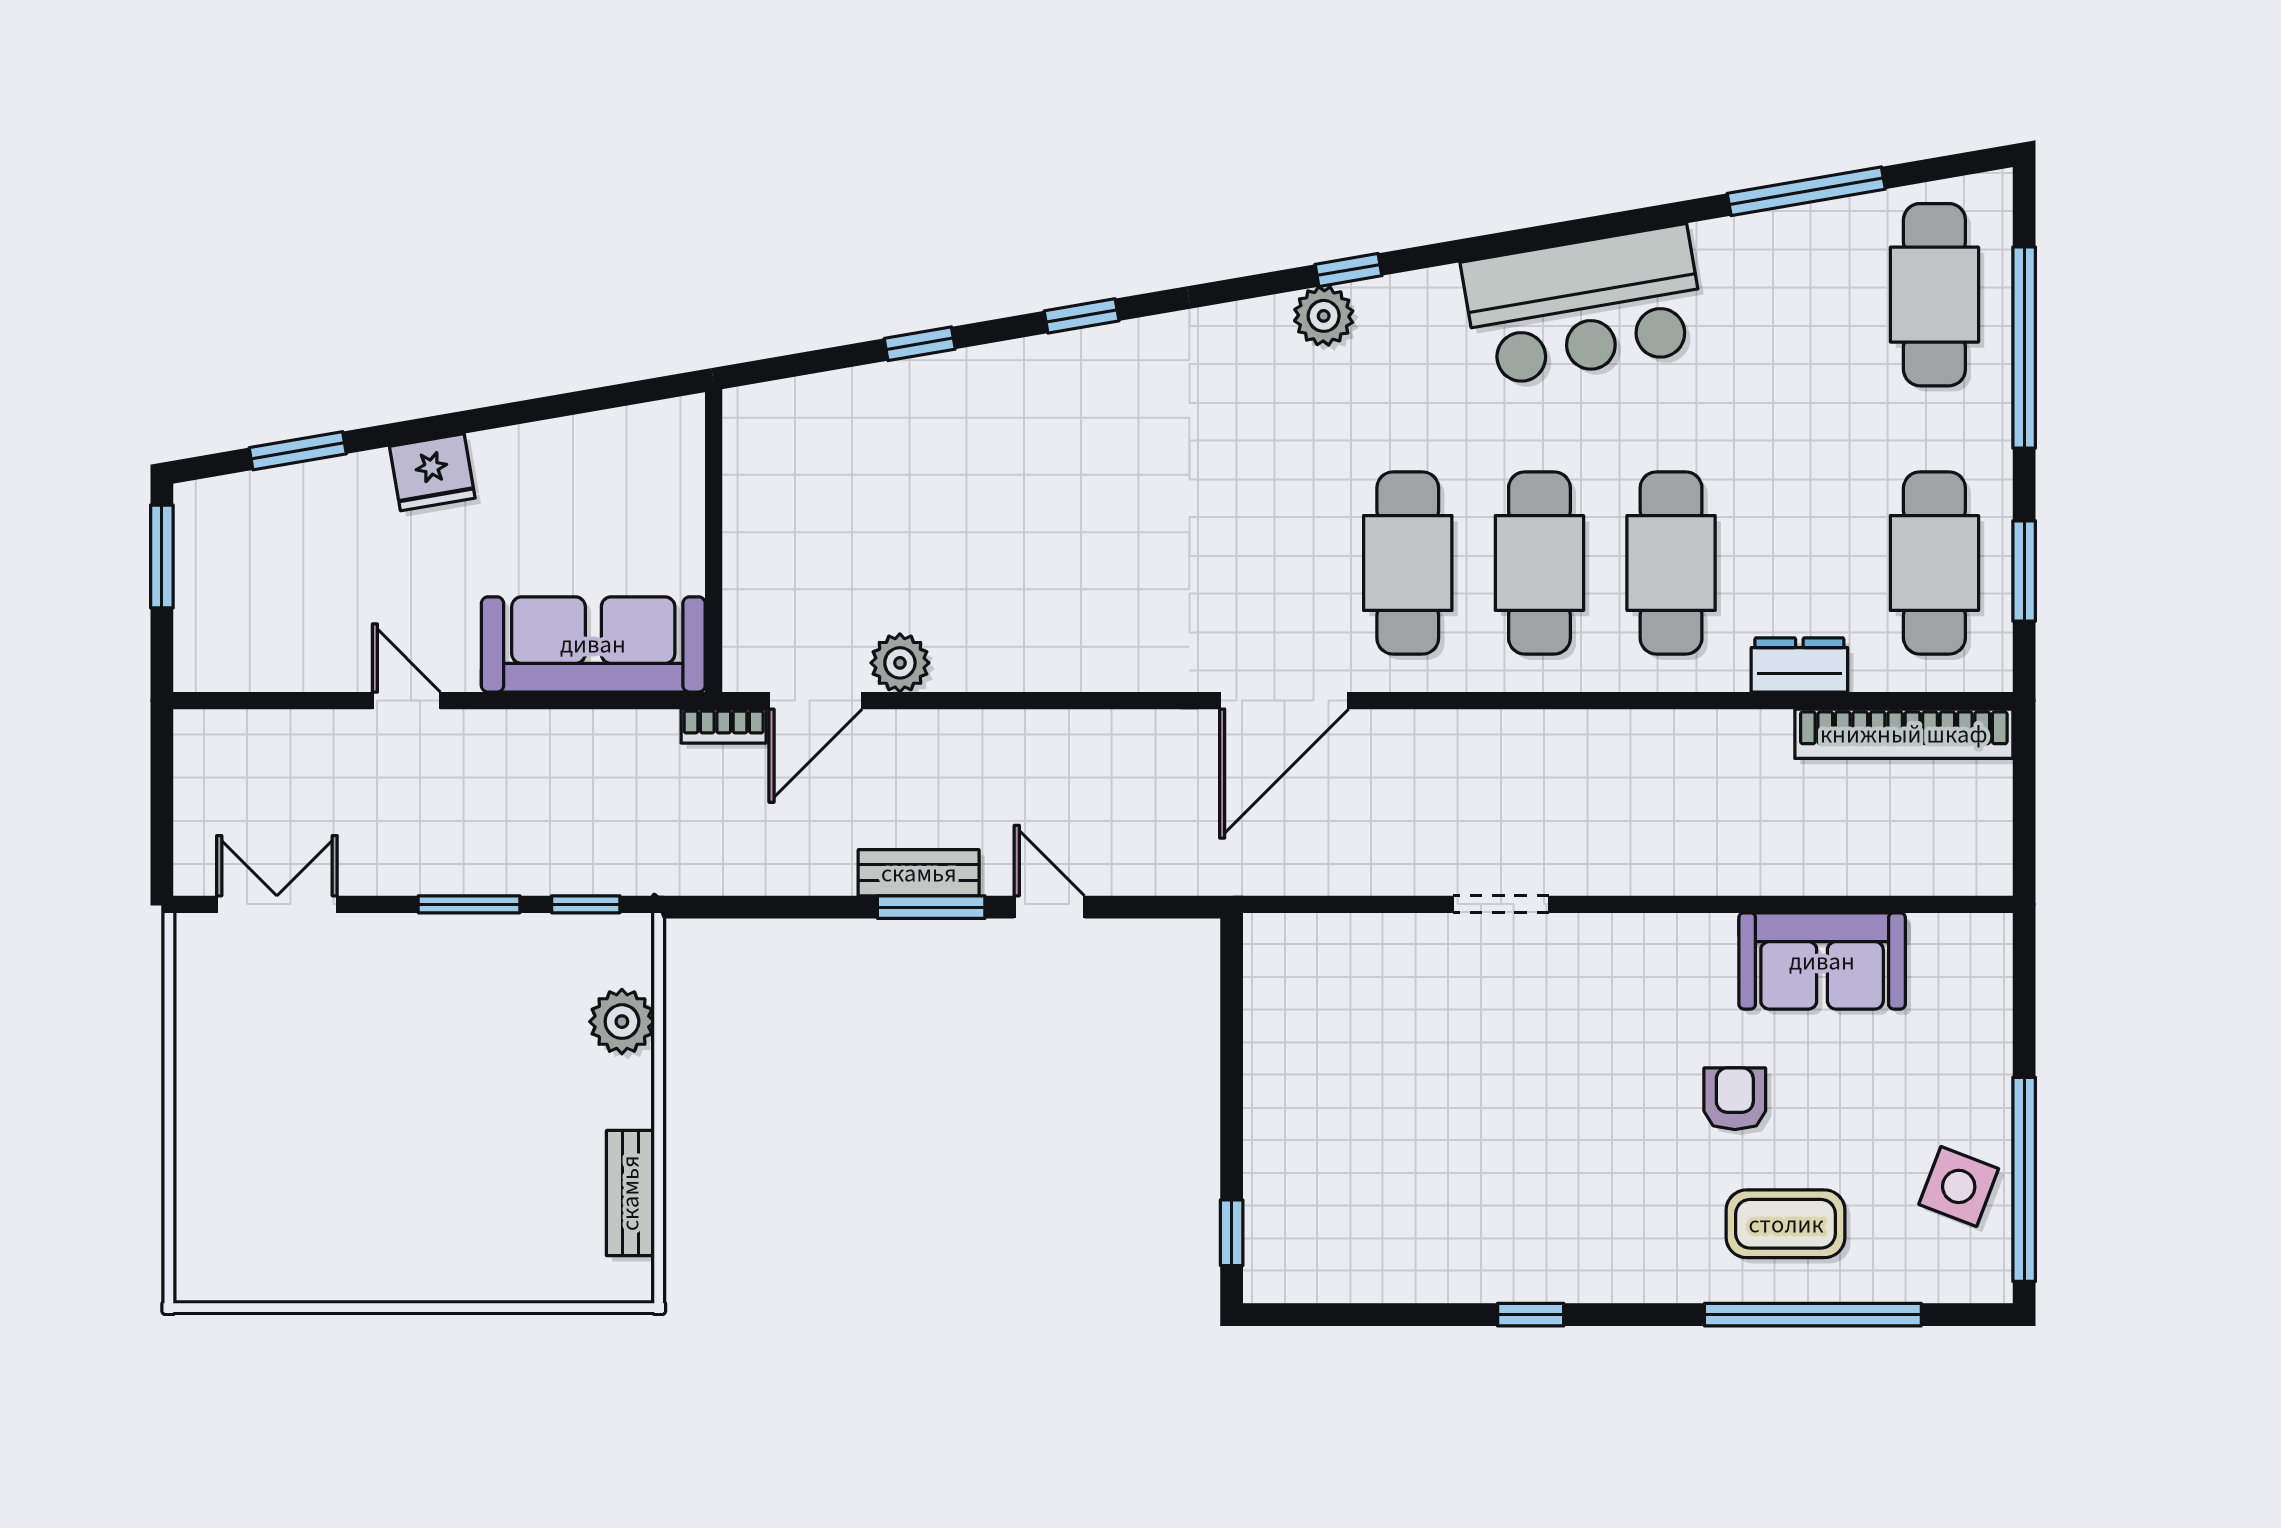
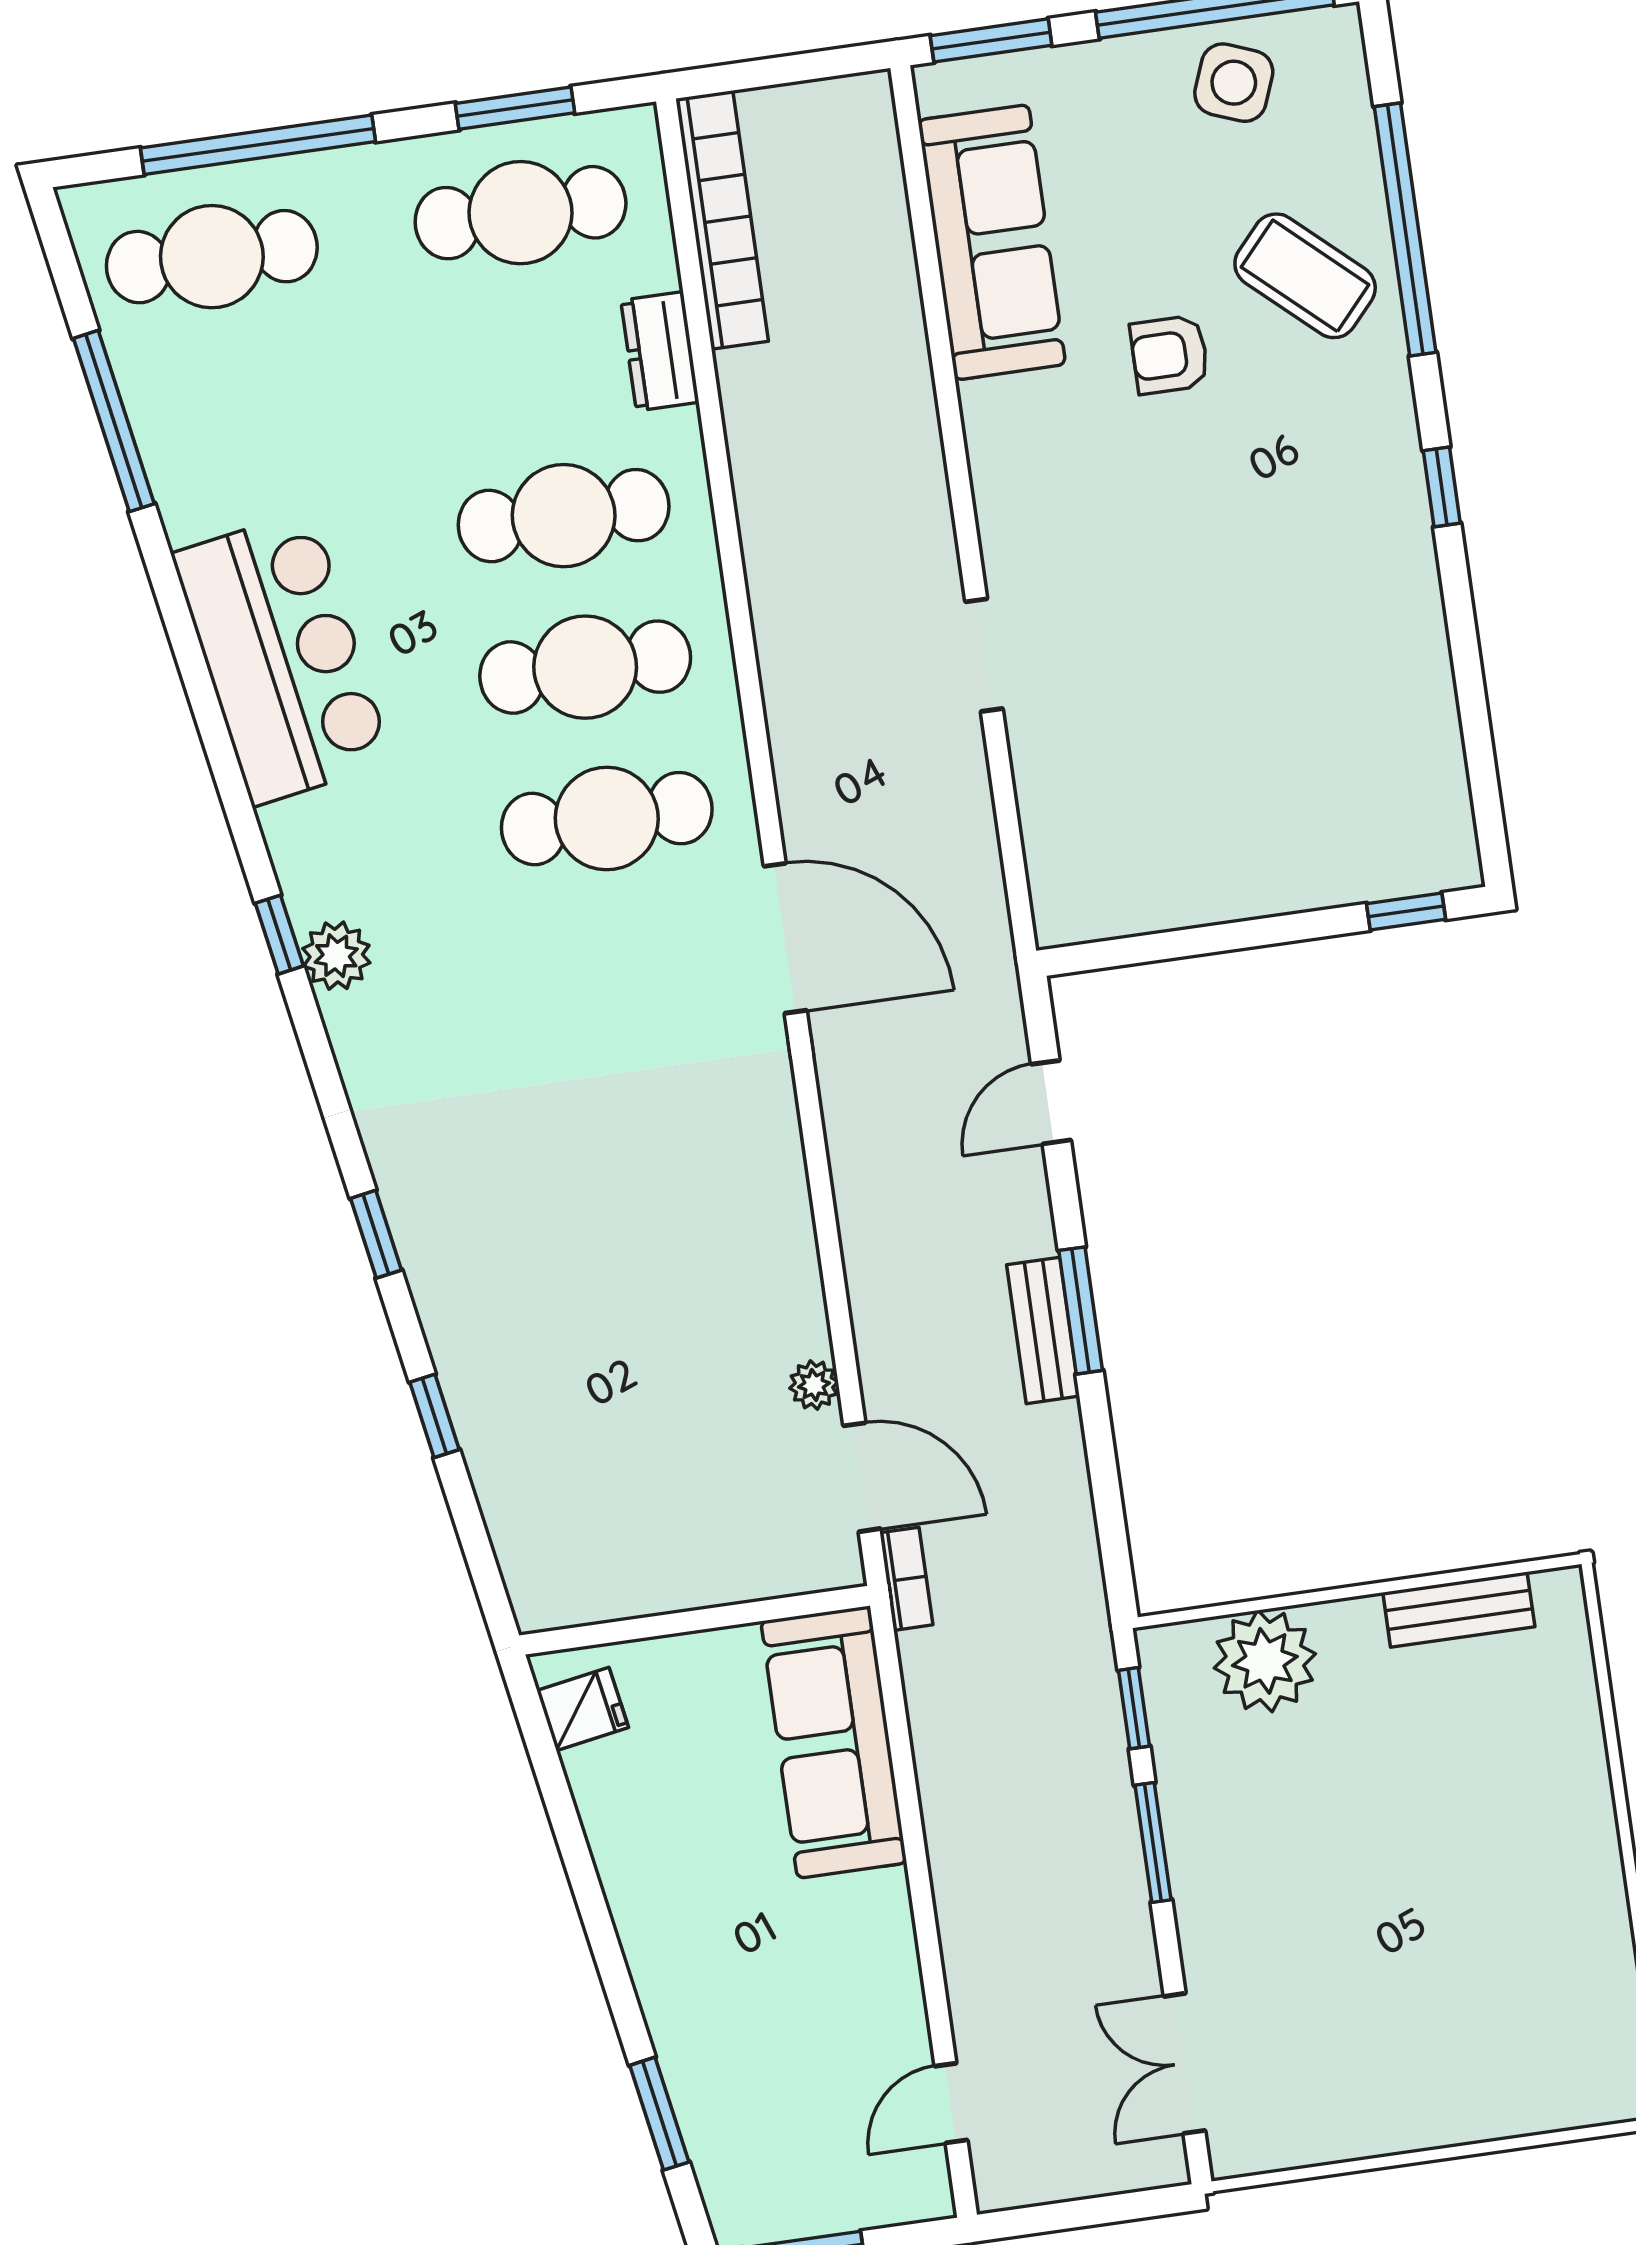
fridge: (432, 472) -> (583, 1709), moved, width x0.72
plant: (900, 663) -> (814, 1385), width x0.73, depth x0.73
door: (406, 701) -> (951, 2103), moved
door: (1049, 907) -> (1051, 1102), moved
sofa: (1822, 961) -> (992, 242), width x1.36
window: (2024, 985) -> (991, 40), added
plant: (622, 1022) -> (1265, 1661), width x1.36, depth x1.36
coffee table: (1786, 1224) -> (1305, 276), turned -48
window: (1531, 1315) -> (1442, 487), moved

